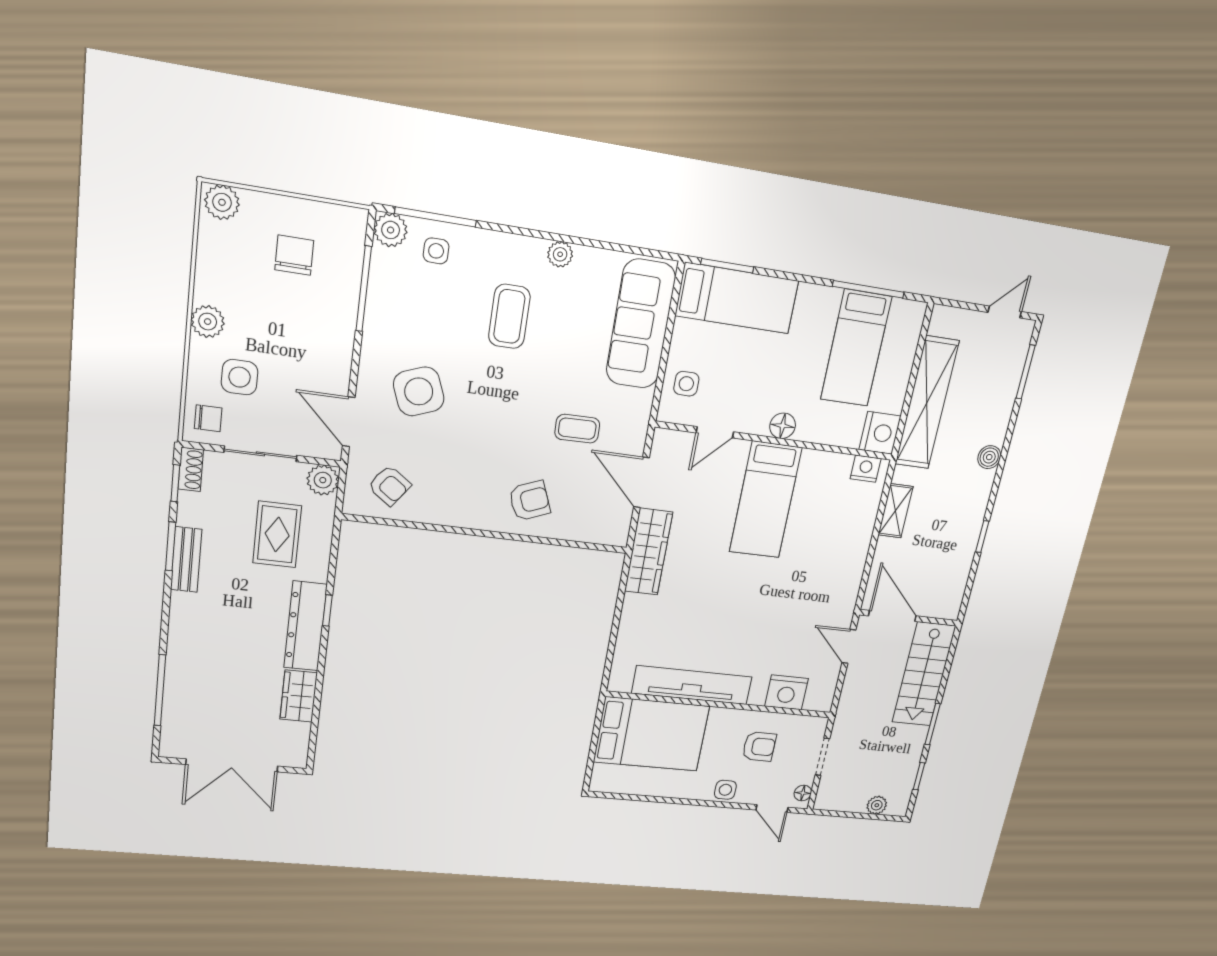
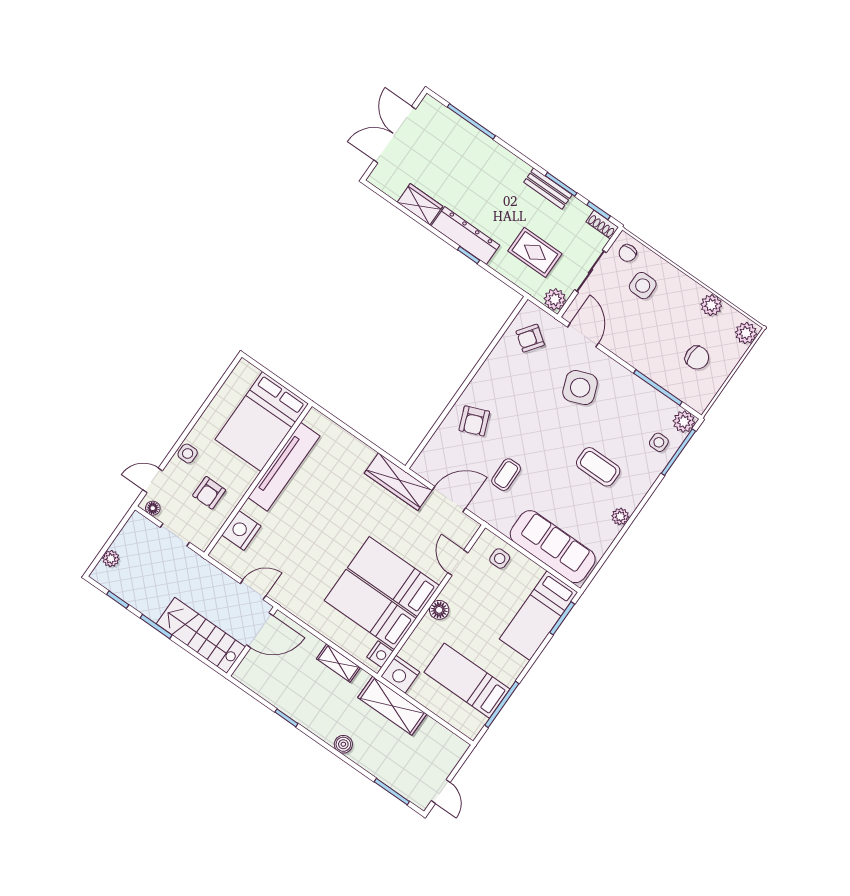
plant: (208, 322) -> (711, 305), moved
shelving: (927, 403) -> (392, 706), width x0.68
door: (349, 422) -> (583, 335), hinge flipped
bed: (817, 507) -> (370, 609), added

